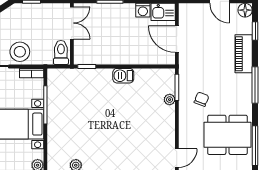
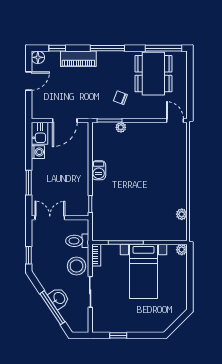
toilet: (61, 52) -> (77, 241), moved

